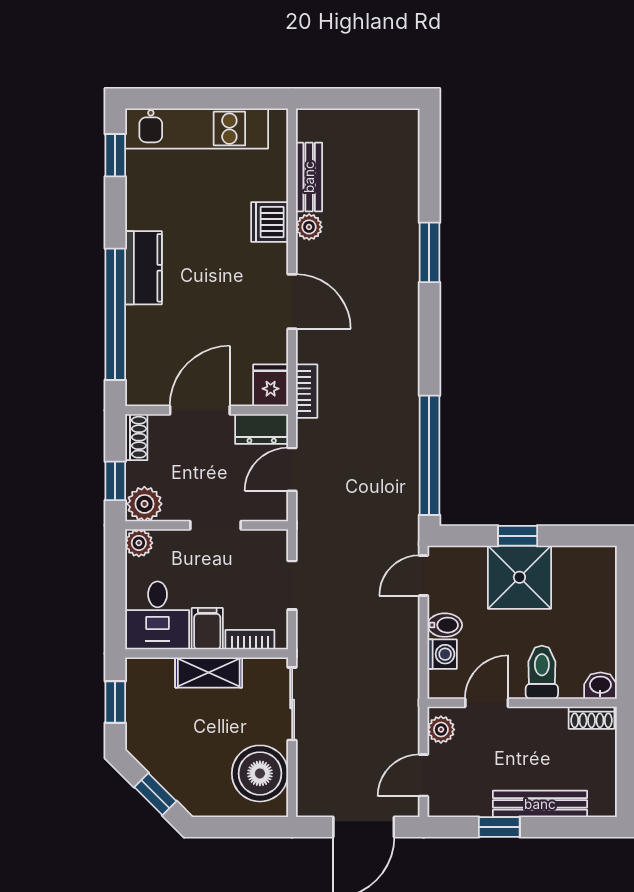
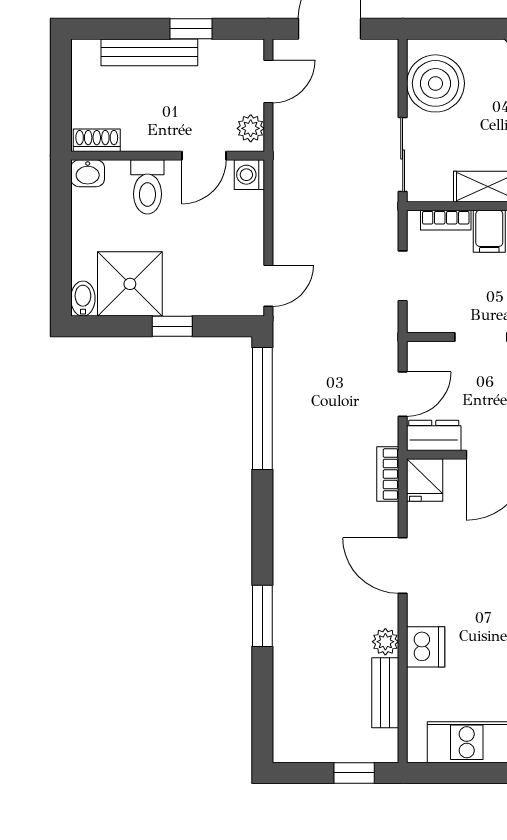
window: (339, 99) -> (354, 773), added
shower: (519, 577) -> (130, 284), moved
bidet: (445, 625) -> (83, 299), moved, turned 90
washing machine: (442, 654) -> (249, 175), moved

